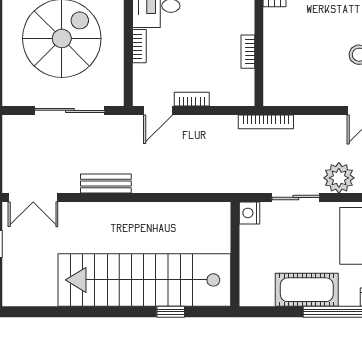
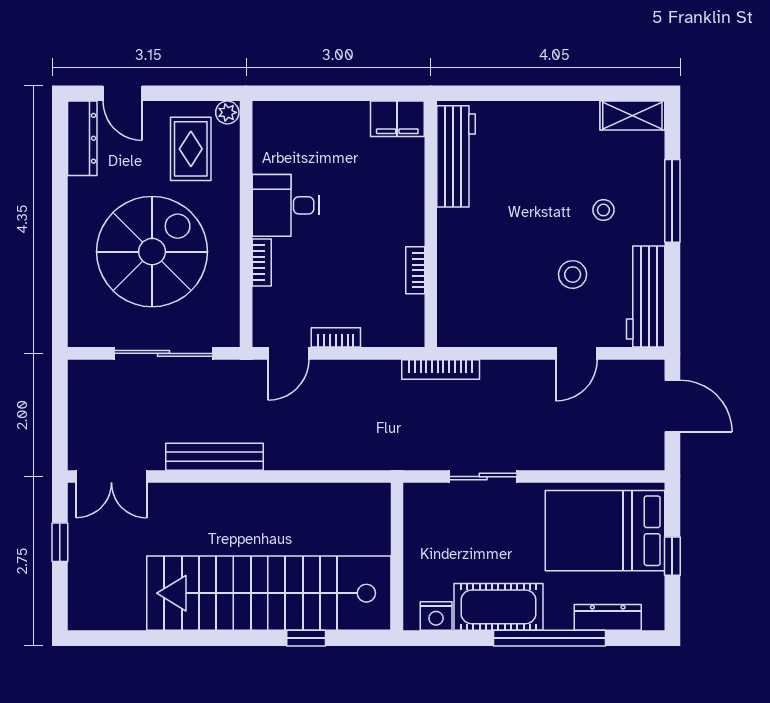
plant: (339, 178) -> (544, 449), removed
bench: (106, 184) -> (215, 457), width x1.36
nightstand: (250, 213) -> (436, 616), moved, turned -90

